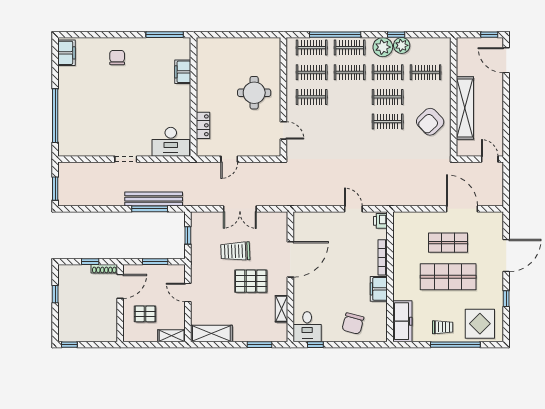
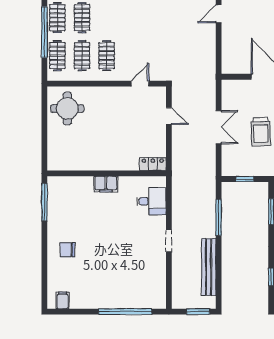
filing cabinet: (66, 53) -> (63, 300), width x0.50
filing cabinet: (183, 72) -> (106, 184), moved
round table: (254, 93) -> (67, 108), moved
locker: (203, 125) -> (153, 164), moved
desk: (171, 142) -> (151, 201), width x0.73
door: (229, 159) -> (169, 116), moved
bench: (154, 199) -> (209, 267), moved

